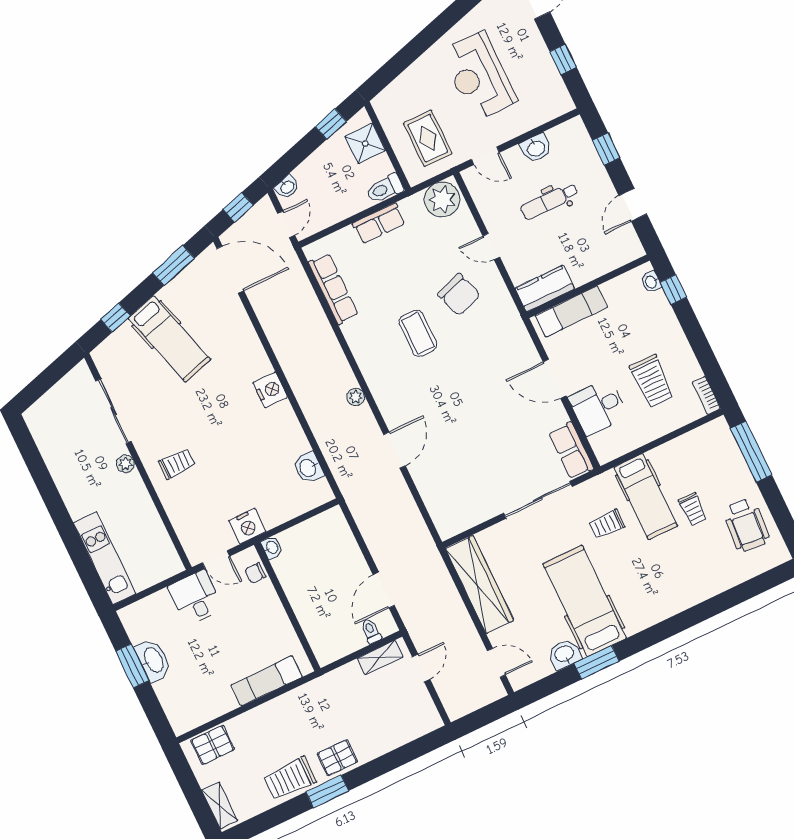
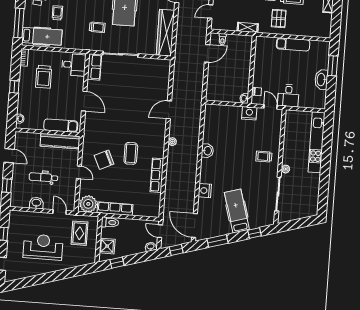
reception desk: (479, 76) -> (43, 247), turned -90
dental chair: (549, 201) -> (43, 177), turned 180
door: (633, 205) -> (9, 156), hinge flipped
row of seats: (379, 223) -> (115, 209), width x1.48
door: (286, 224) -> (160, 231), hinge flipped
row of seats: (333, 289) -> (157, 175), moved
kitchen counter: (545, 289) -> (60, 141), width x1.50
window: (673, 290) -> (14, 87), moved
chair: (459, 295) -> (104, 160), turned -96
trolley: (652, 381) -> (44, 77), turned 180
nightstand: (270, 390) -> (205, 191), moved
desk: (598, 407) -> (74, 65), moved
washbasin: (308, 468) -> (207, 151), moved
hospital bed: (646, 497) -> (42, 36), moved, turned 90
kitchen unit: (105, 558) -> (317, 142), width x1.36
shelving: (380, 658) -> (248, 27), moved
window: (132, 666) -> (333, 66), moved
exam couch: (267, 681) -> (293, 44), moved
pallet: (213, 745) -> (279, 19), moved, turned 90

